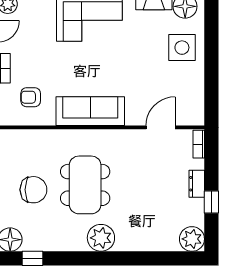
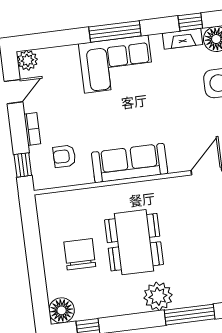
chair: (33, 190) -> (80, 254), turned -90
window: (128, 258) -> (190, 315), added

